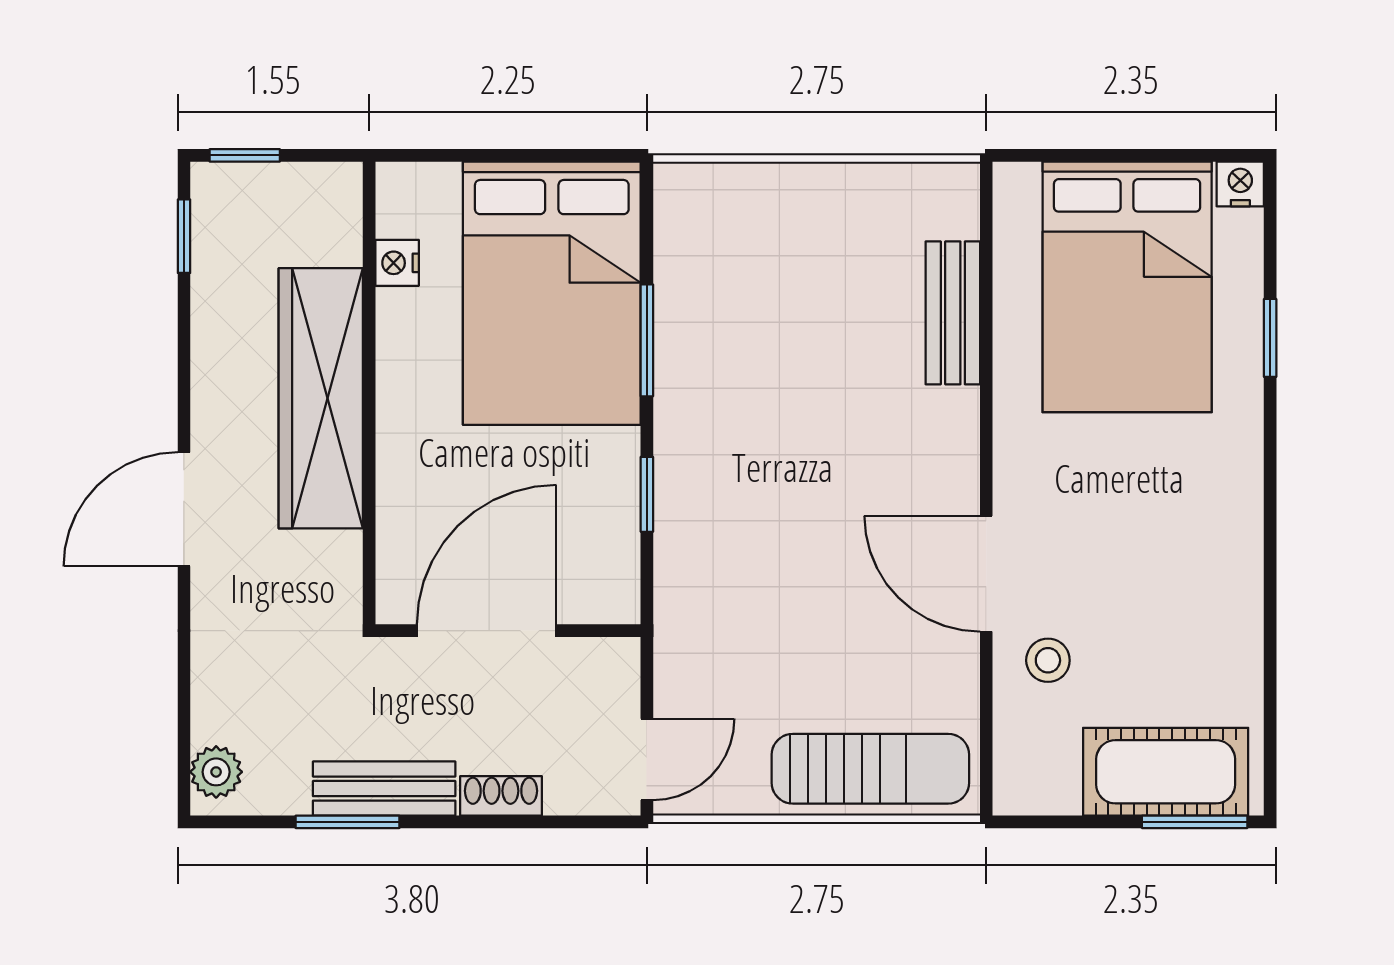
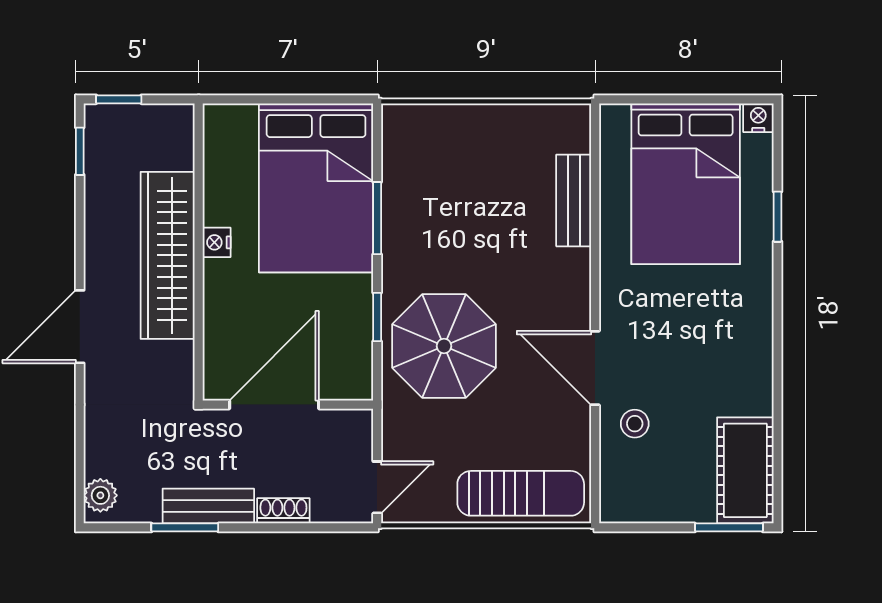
nightstand: (397, 263) -> (217, 242), moved
parasol: (751, 539) -> (444, 346), added
cot: (1166, 772) -> (745, 470), moved, turned 90

